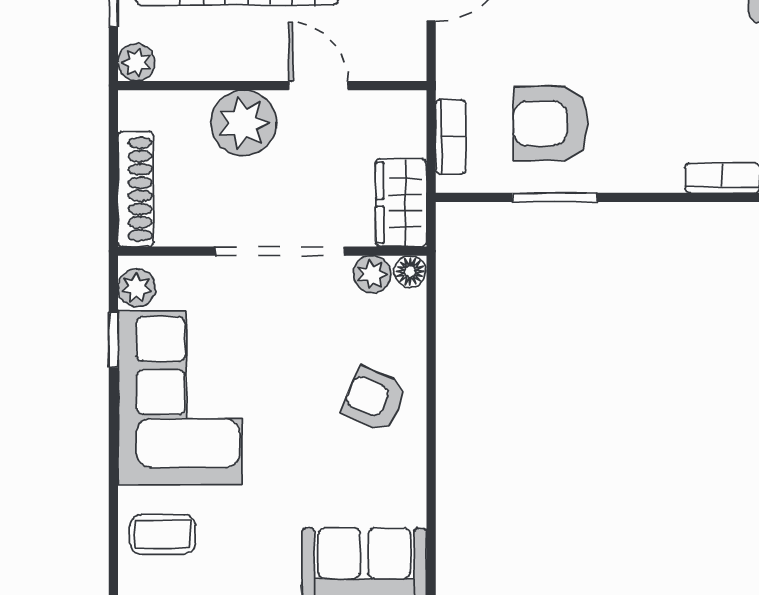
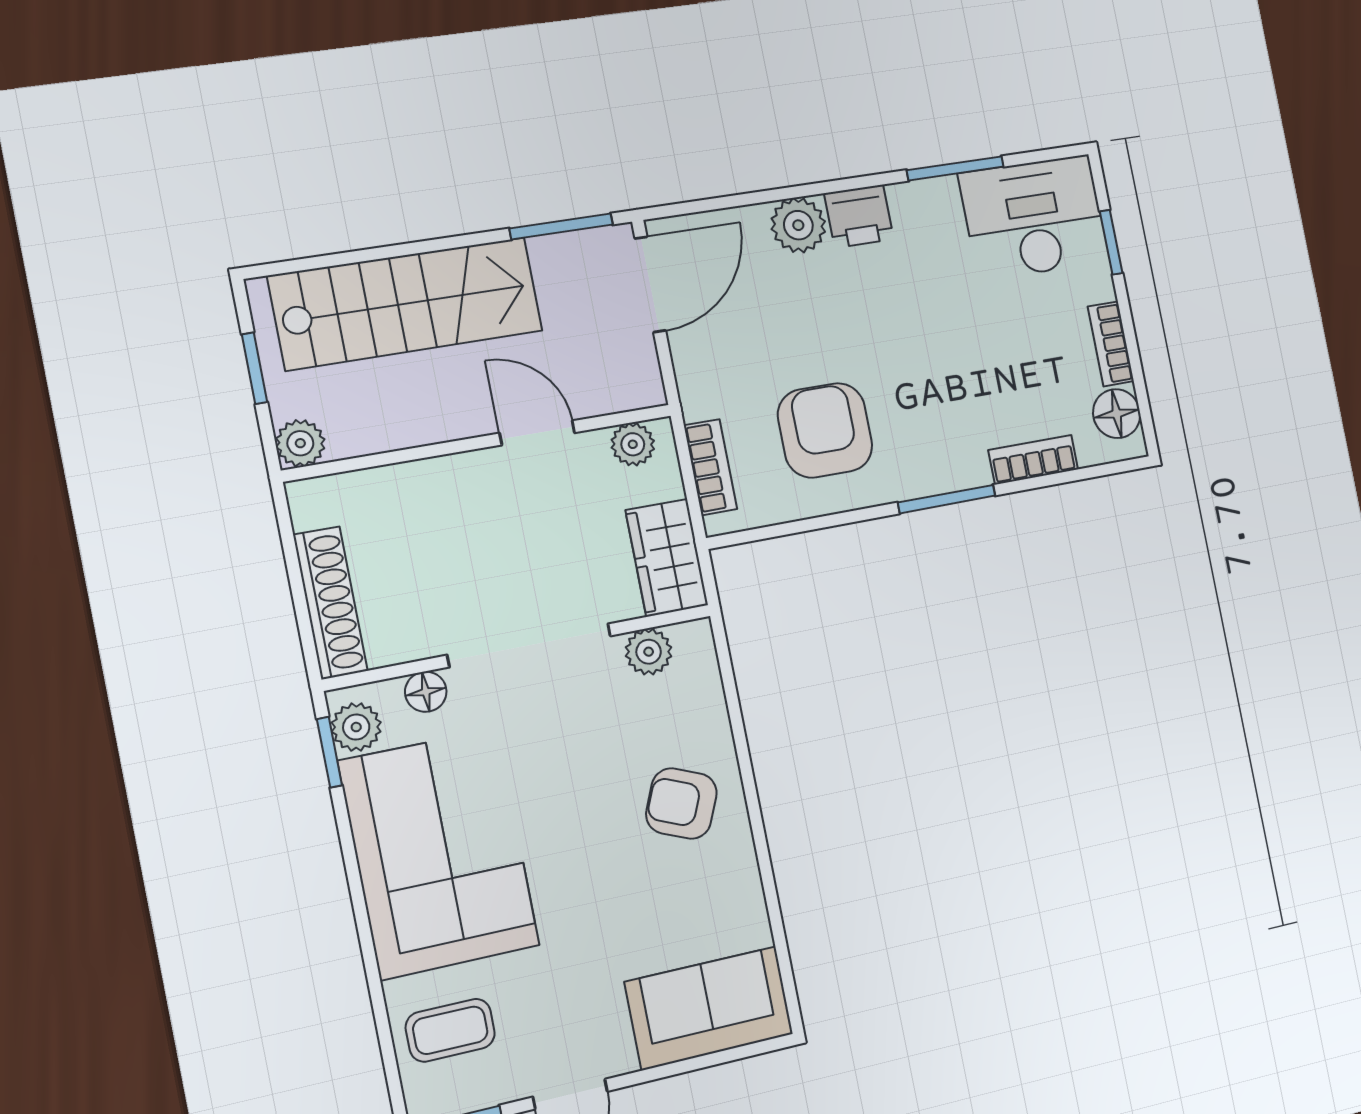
plant: (244, 123) -> (633, 444), moved, width x0.53, depth x0.53
armchair: (550, 123) -> (825, 430), turned 90
window: (555, 197) -> (947, 499), moved
floor lamp: (410, 271) -> (426, 692), moved
window: (113, 340) -> (329, 752), moved

